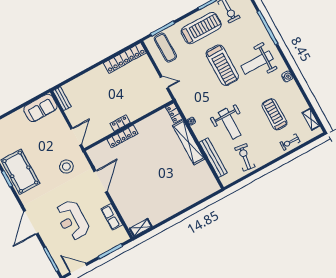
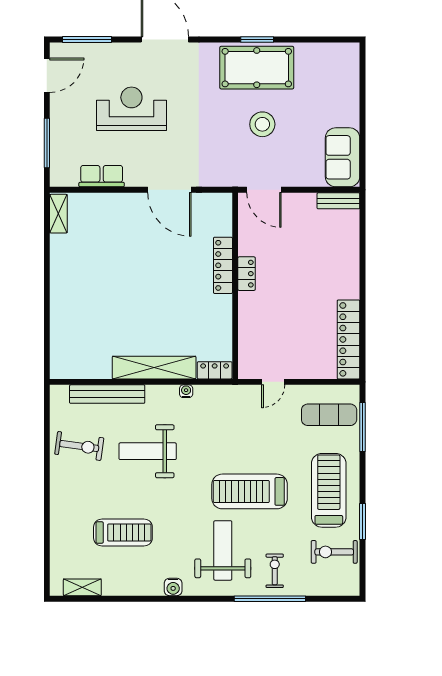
treadmill: (201, 28) -> (329, 490), turned 180
exercise bike: (290, 142) -> (275, 571), moved
stool: (66, 167) -> (262, 124), moved

